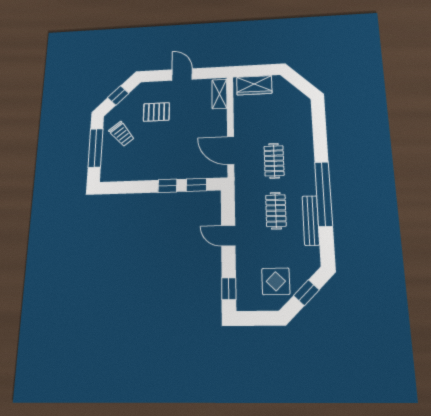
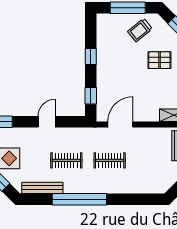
pallet: (156, 112) -> (159, 60), turned 90
window: (167, 186) -> (91, 56), moved
bench: (311, 220) -> (42, 188), moved

